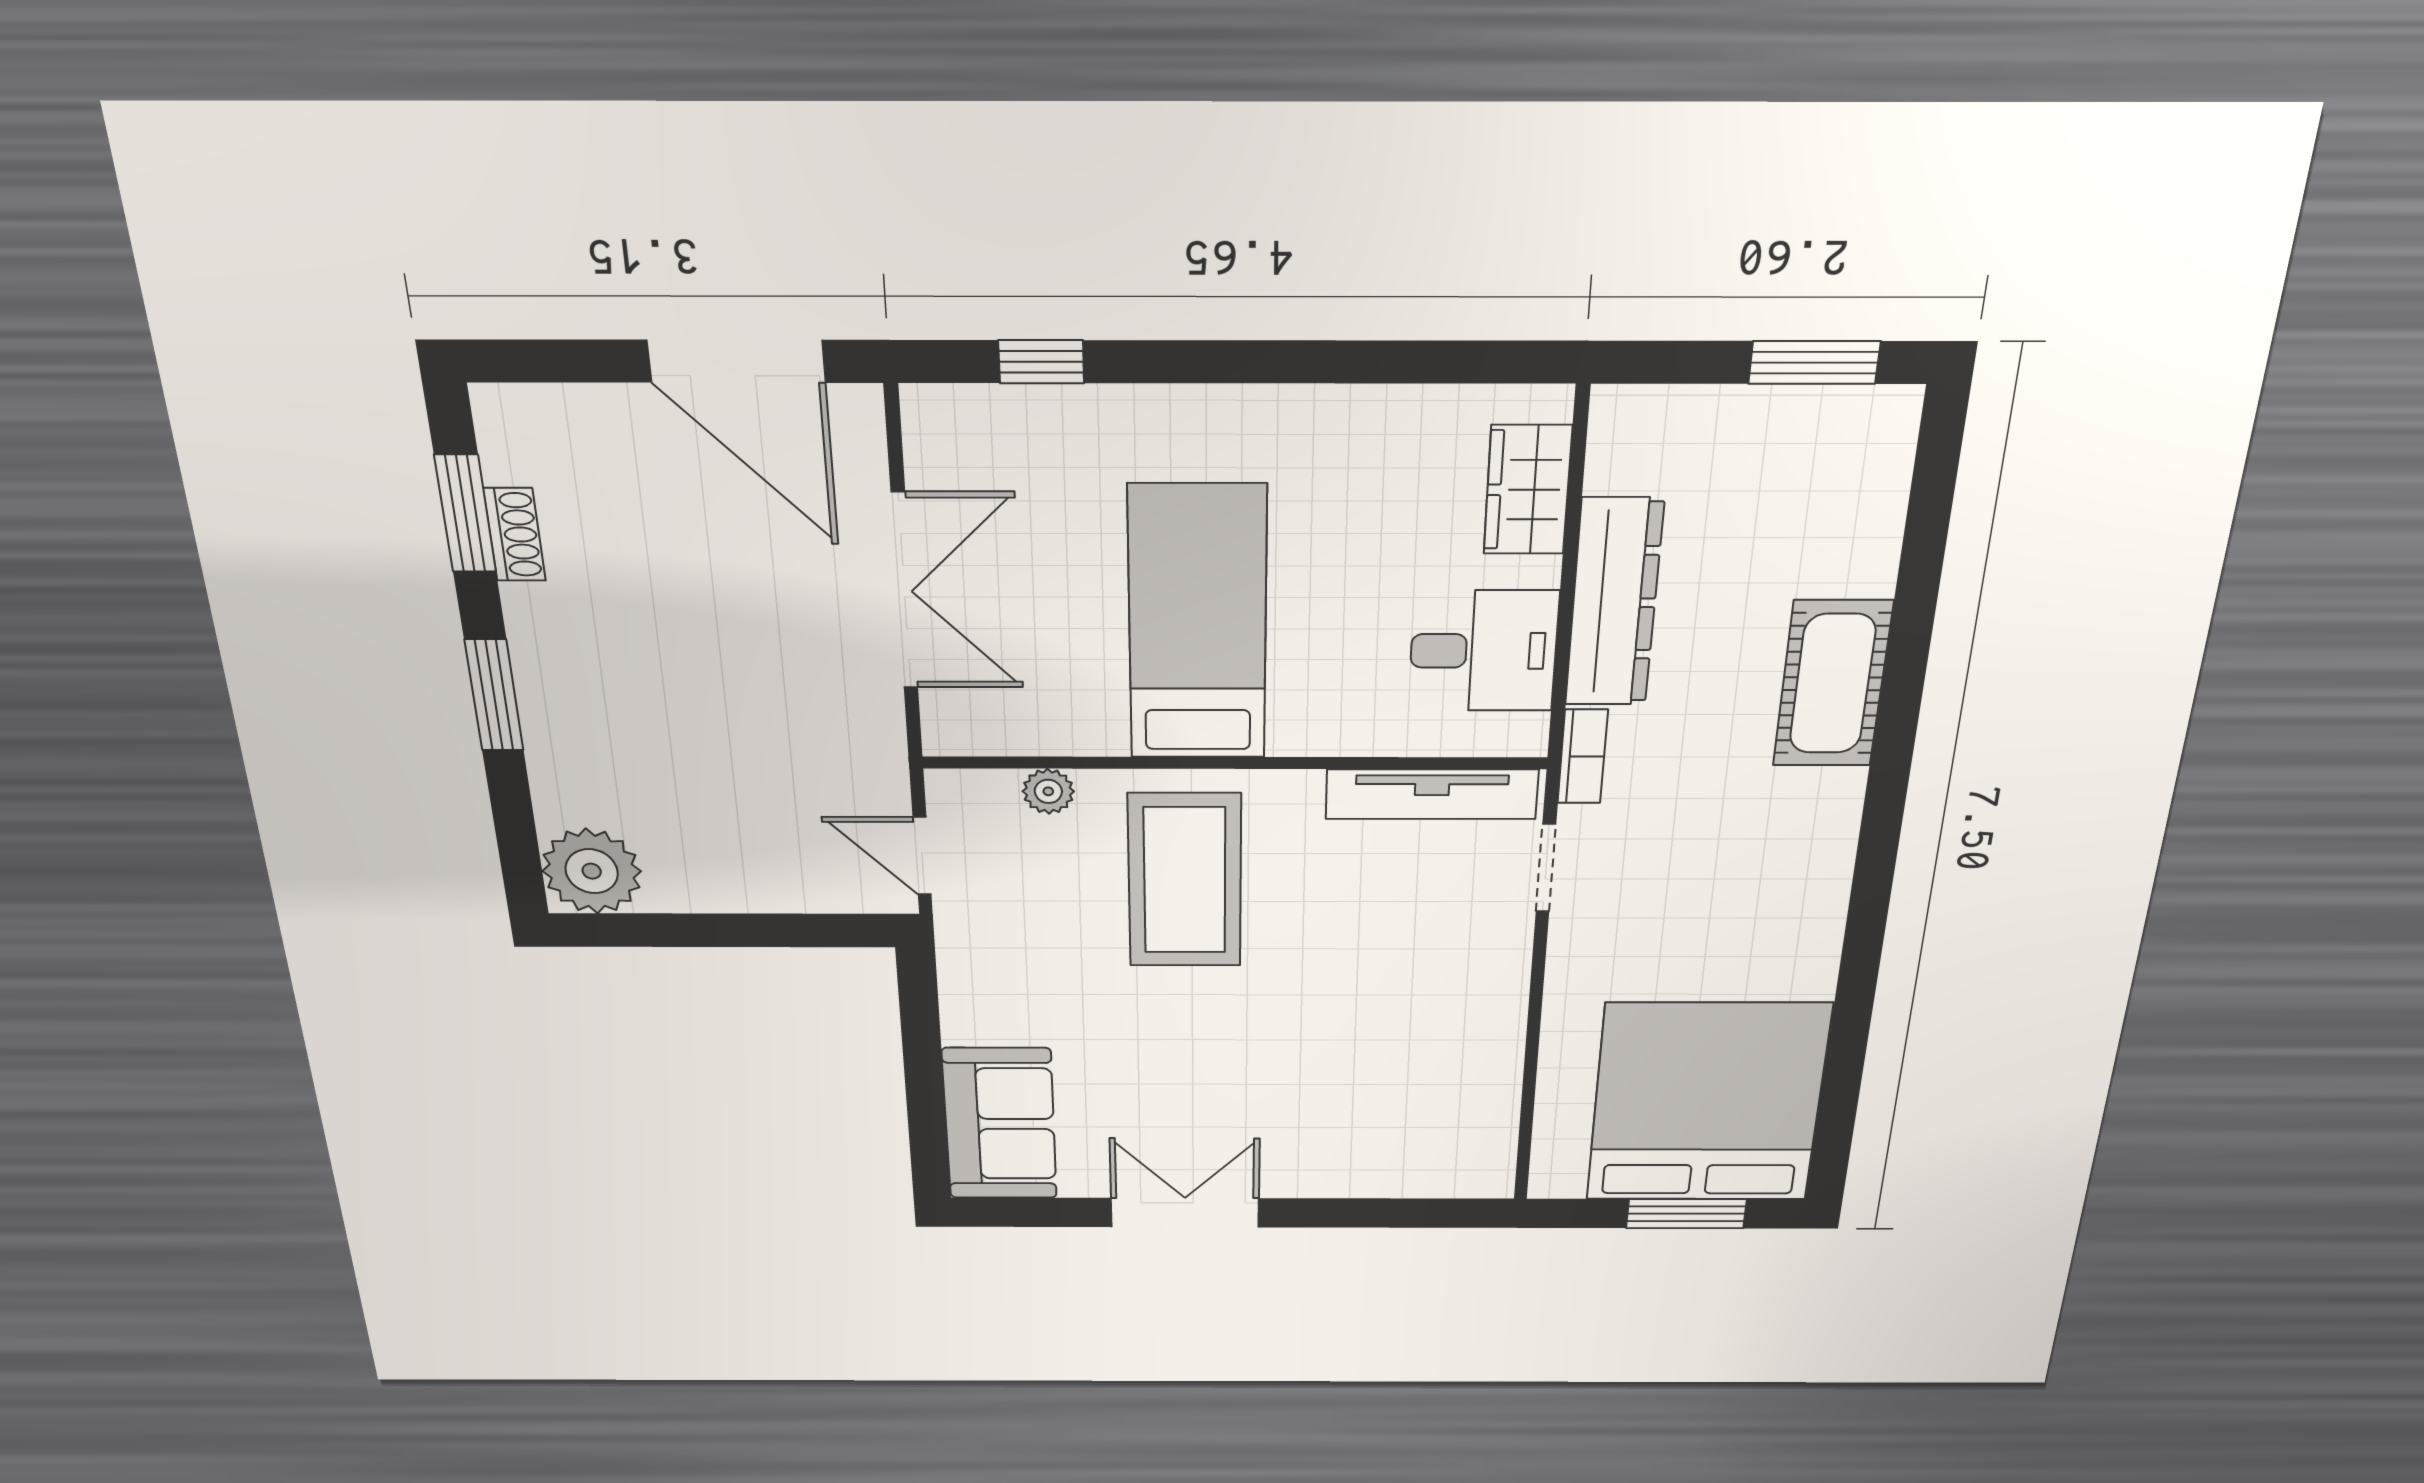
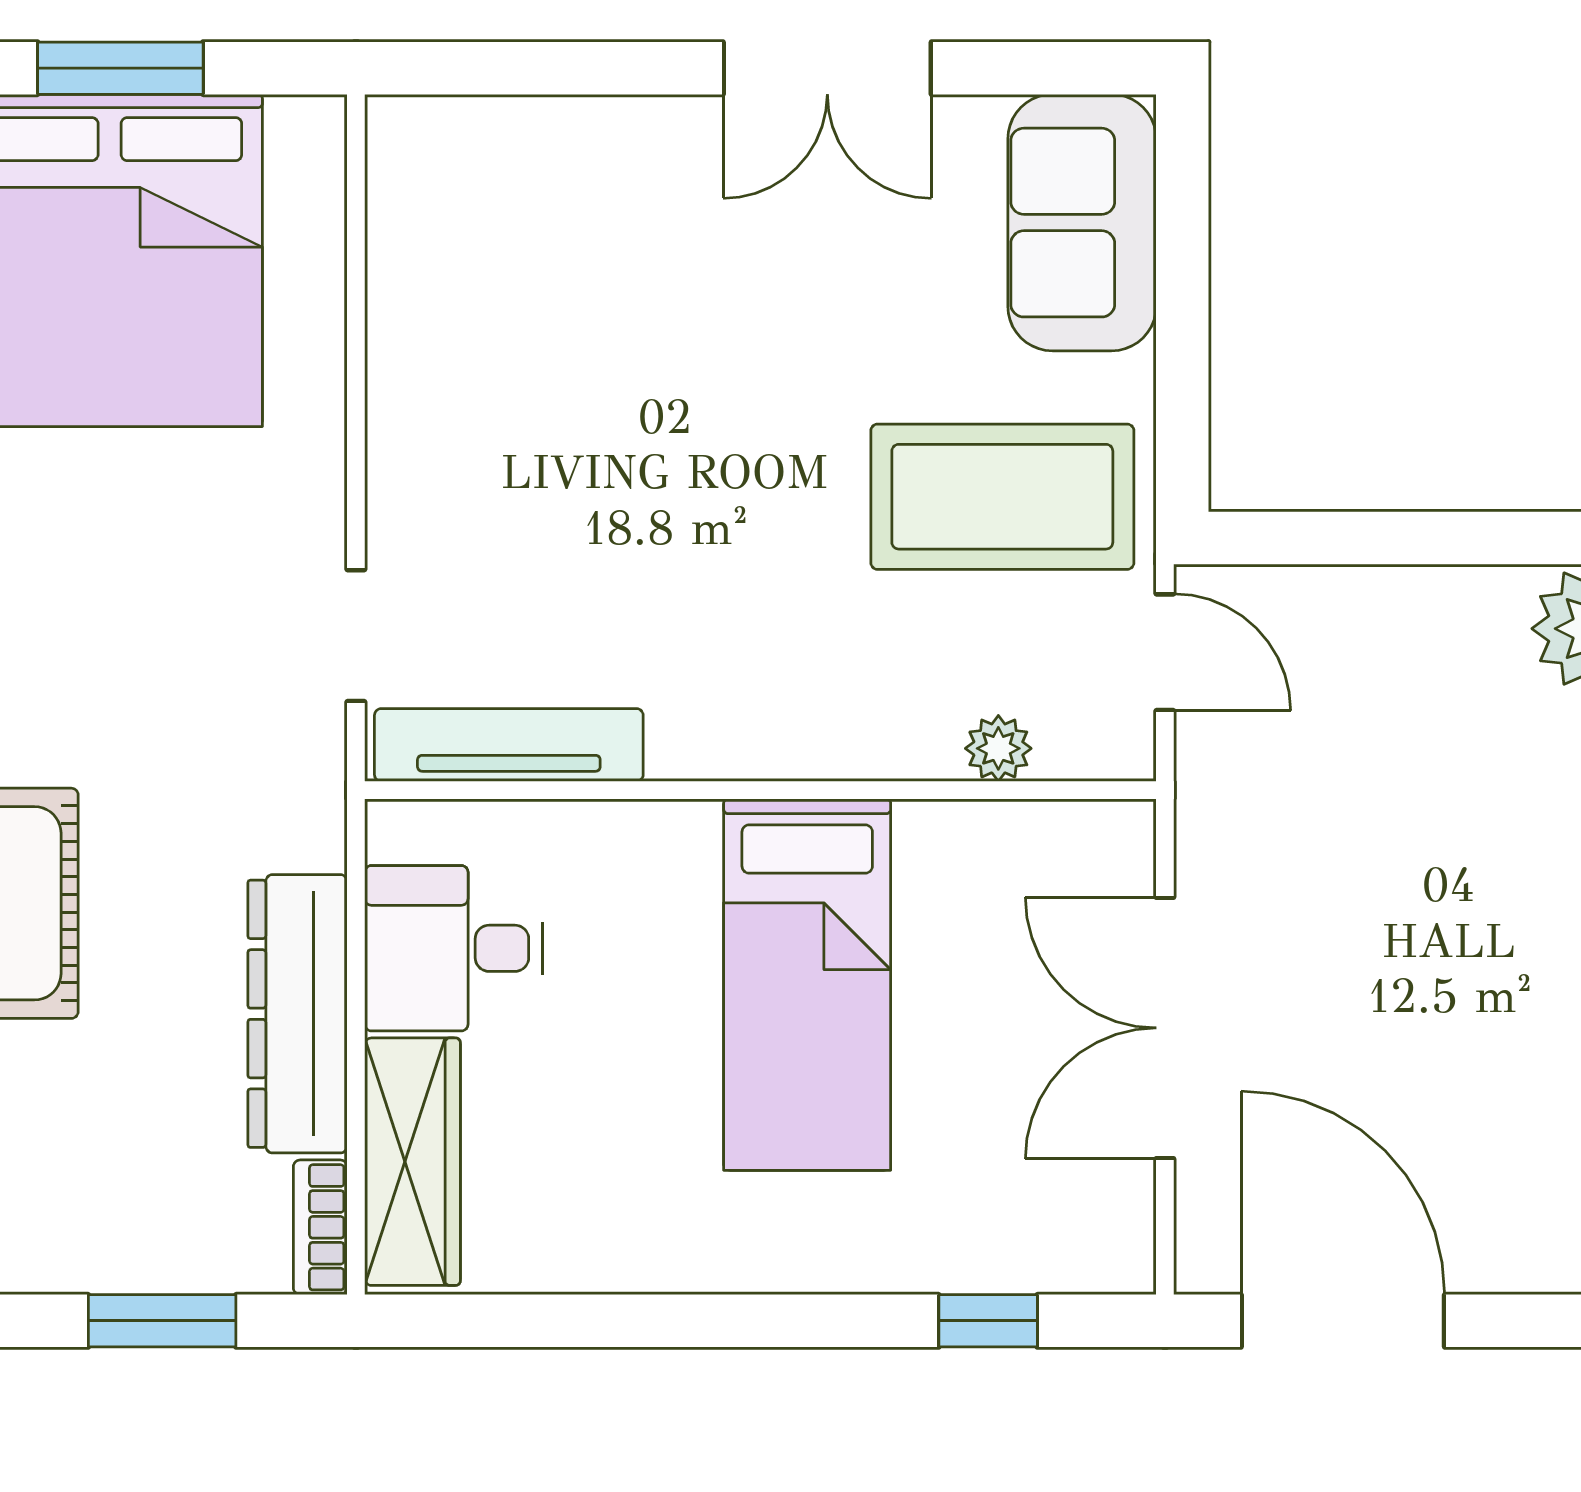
window: (1814, 362) -> (162, 1321), moved
wardrobe: (1528, 490) -> (412, 1162), width x1.50
bookcase: (1583, 756) -> (320, 1227), moved
coffee table: (1185, 881) -> (1002, 497), moved, turned 90

